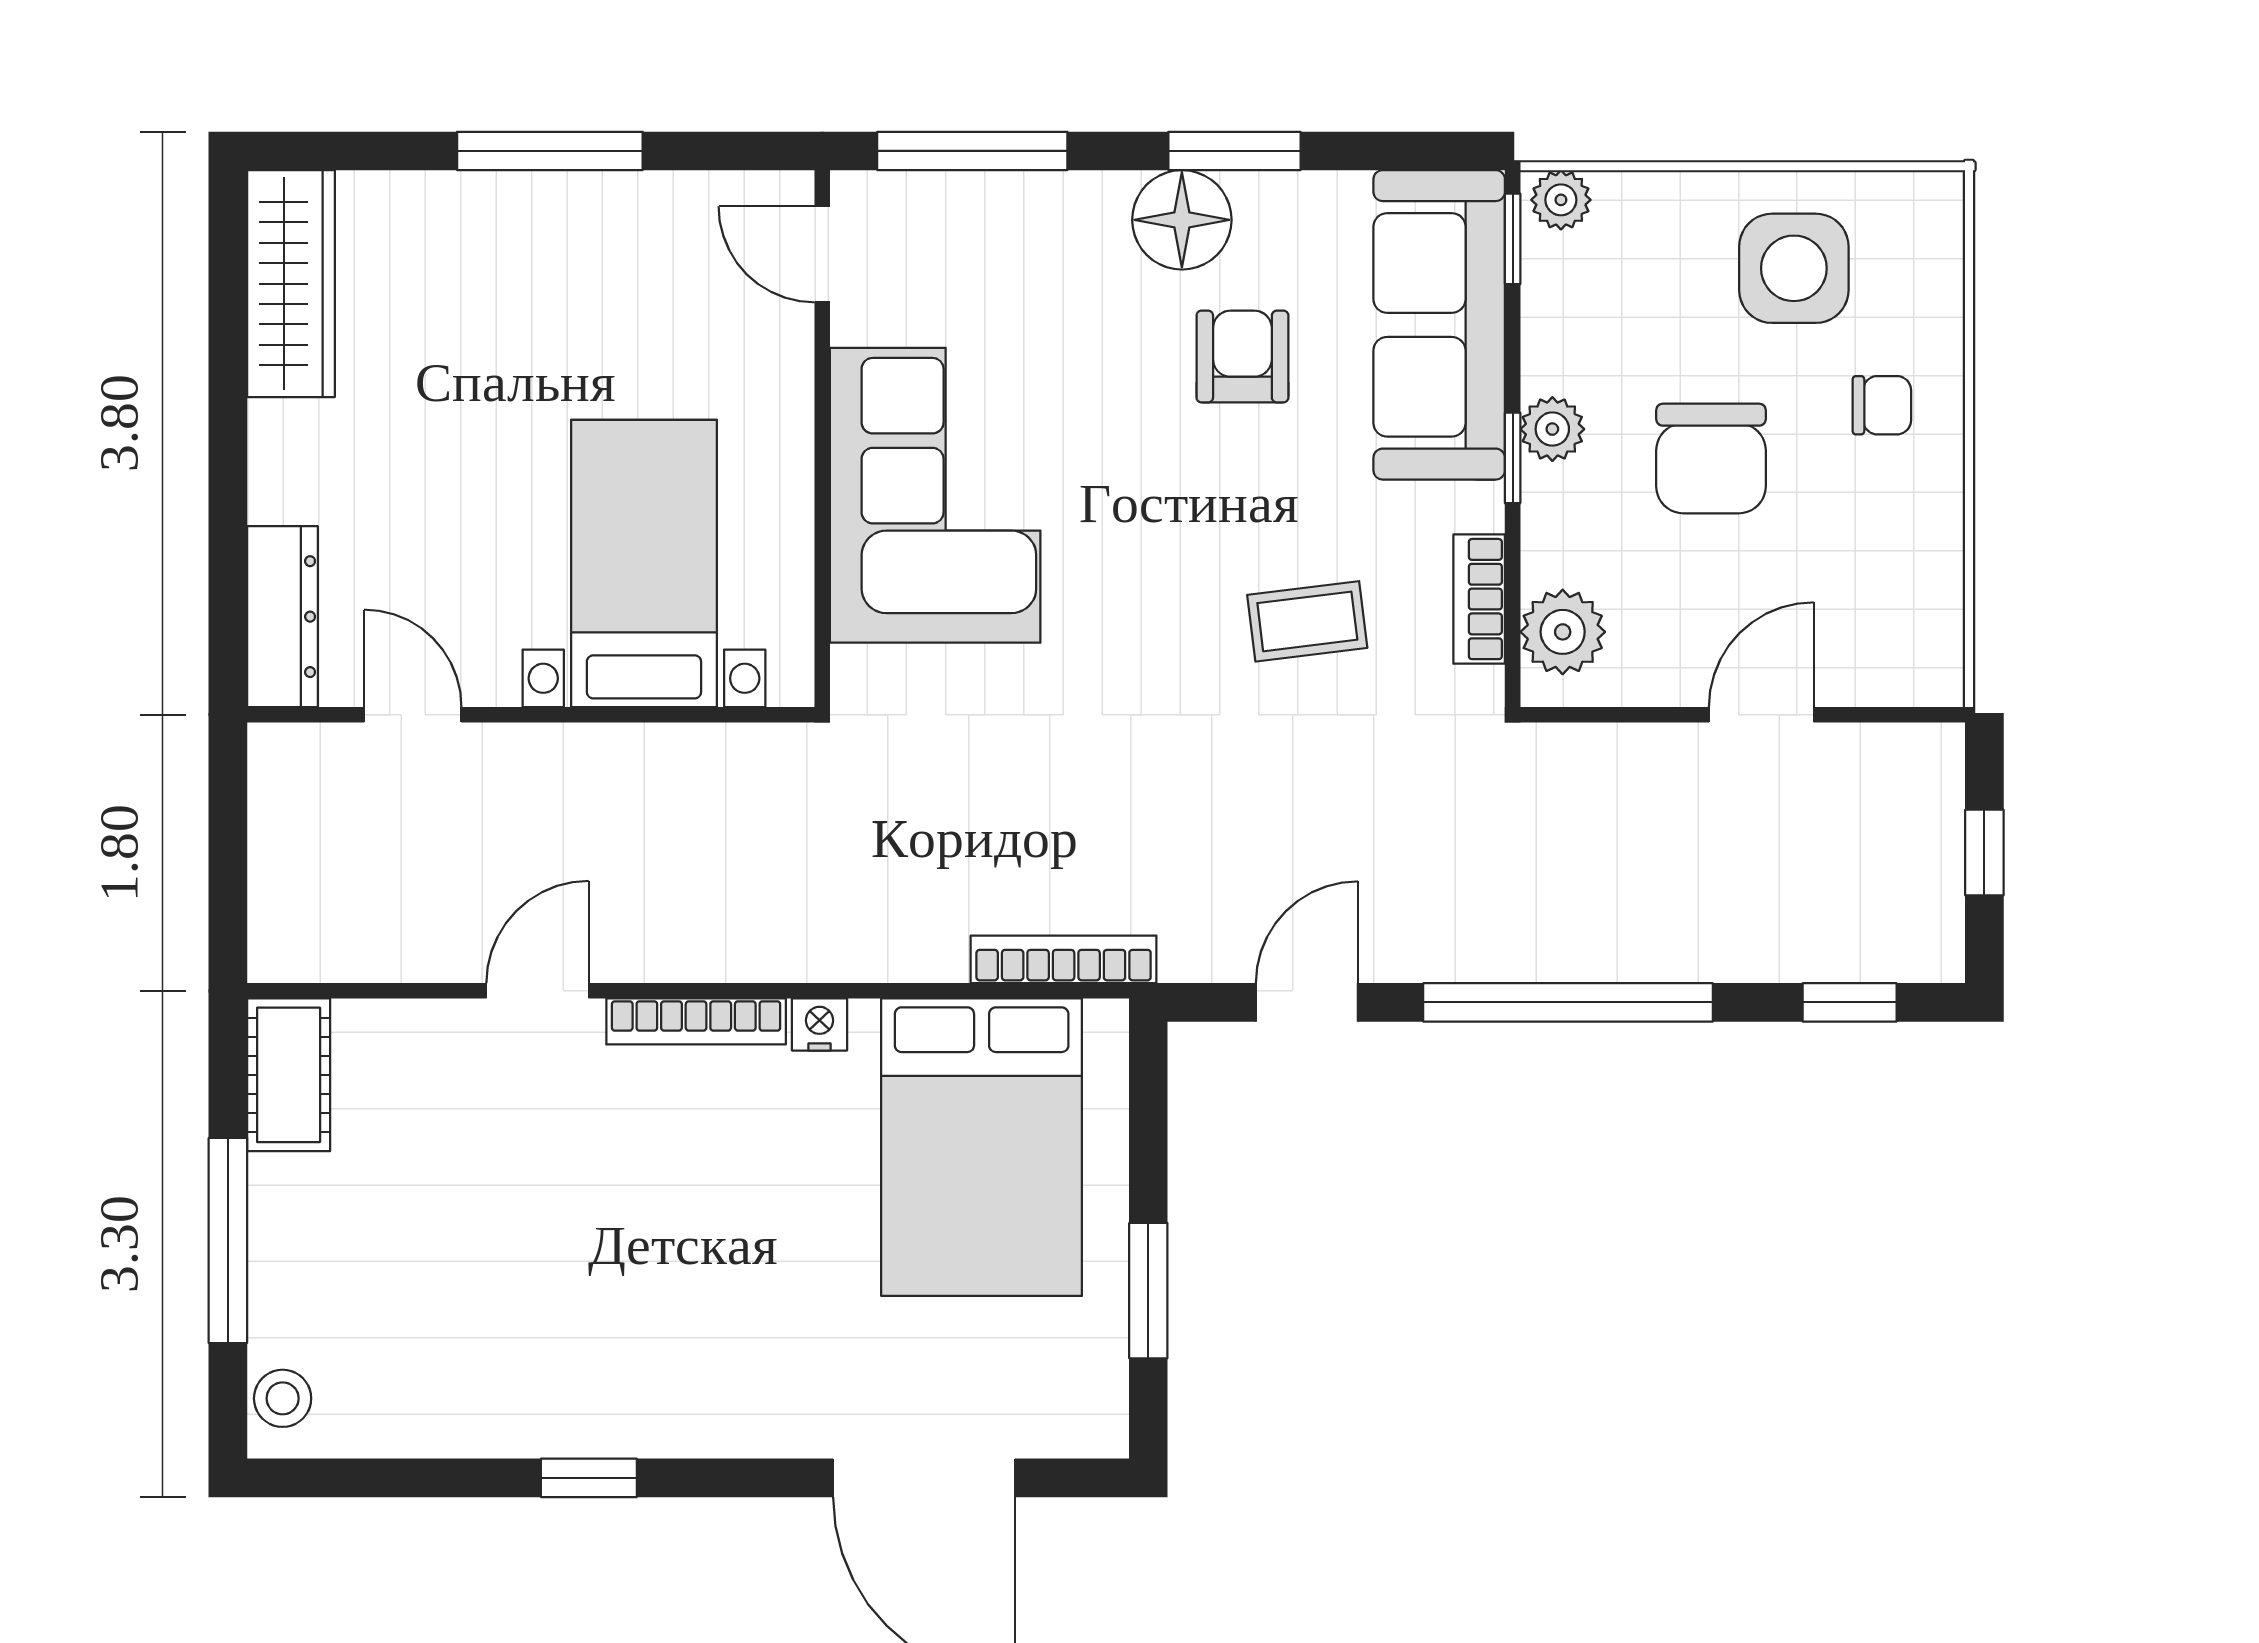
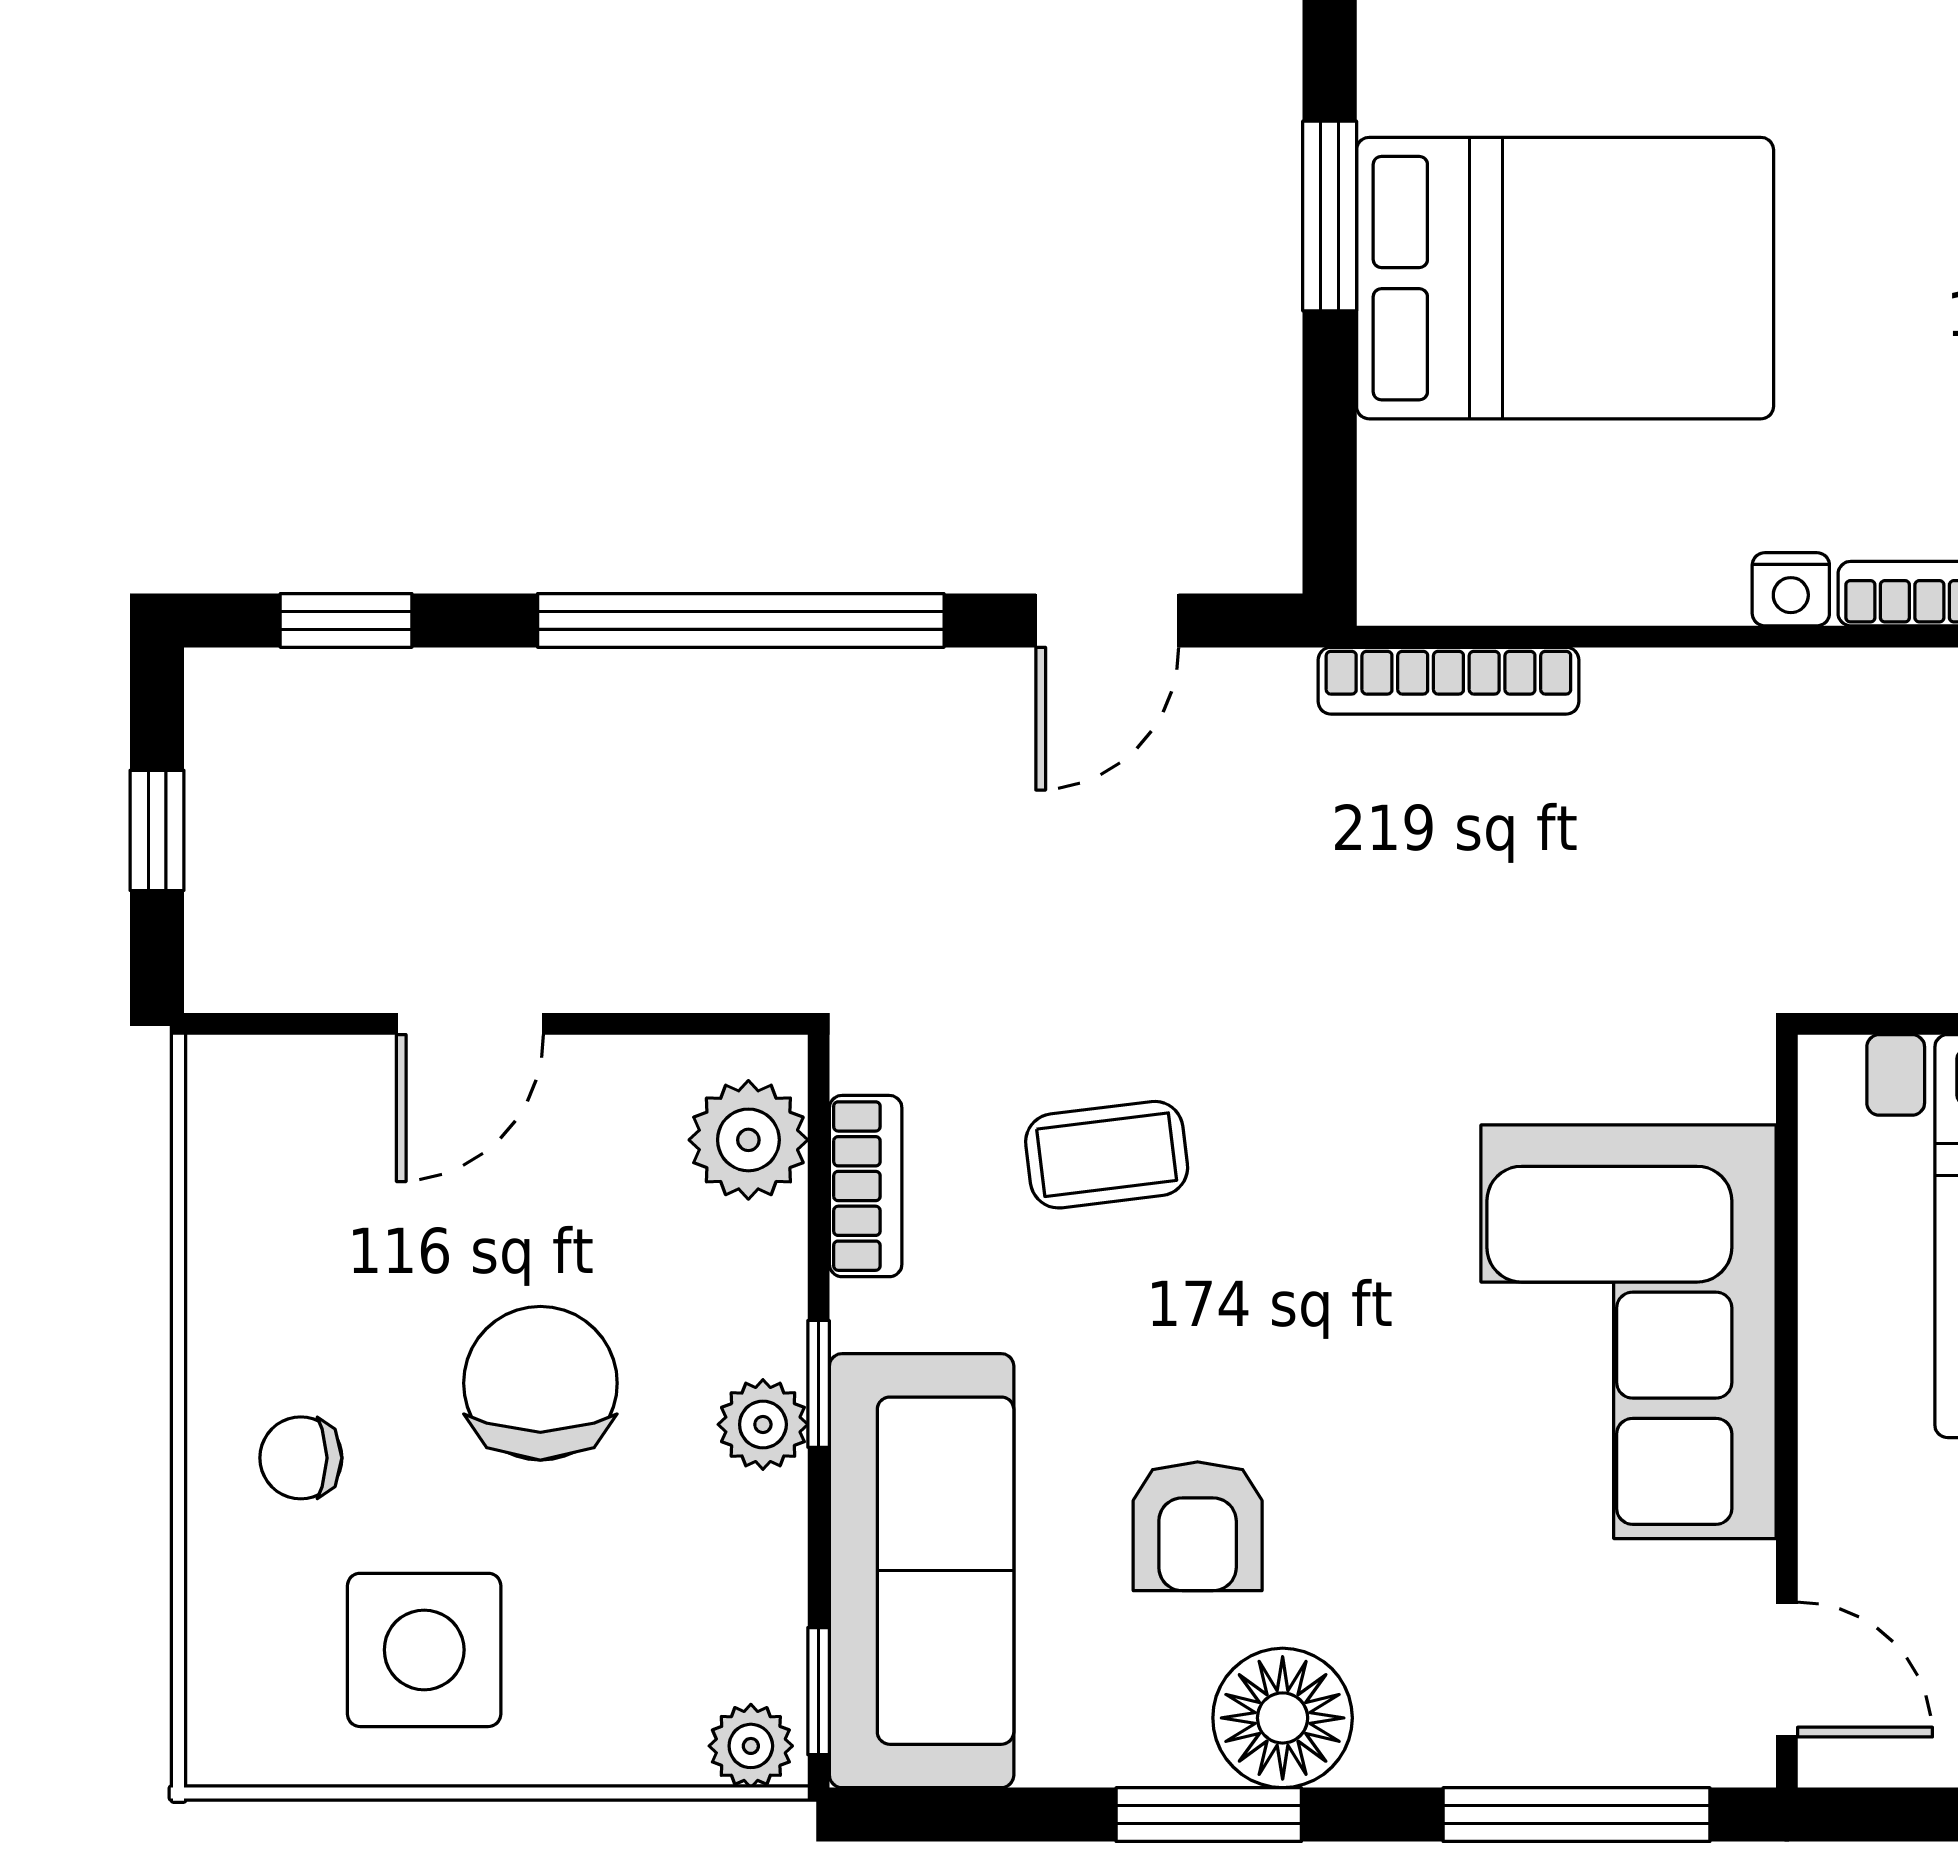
bed: (982, 1147) -> (1565, 278), moved, turned 90

